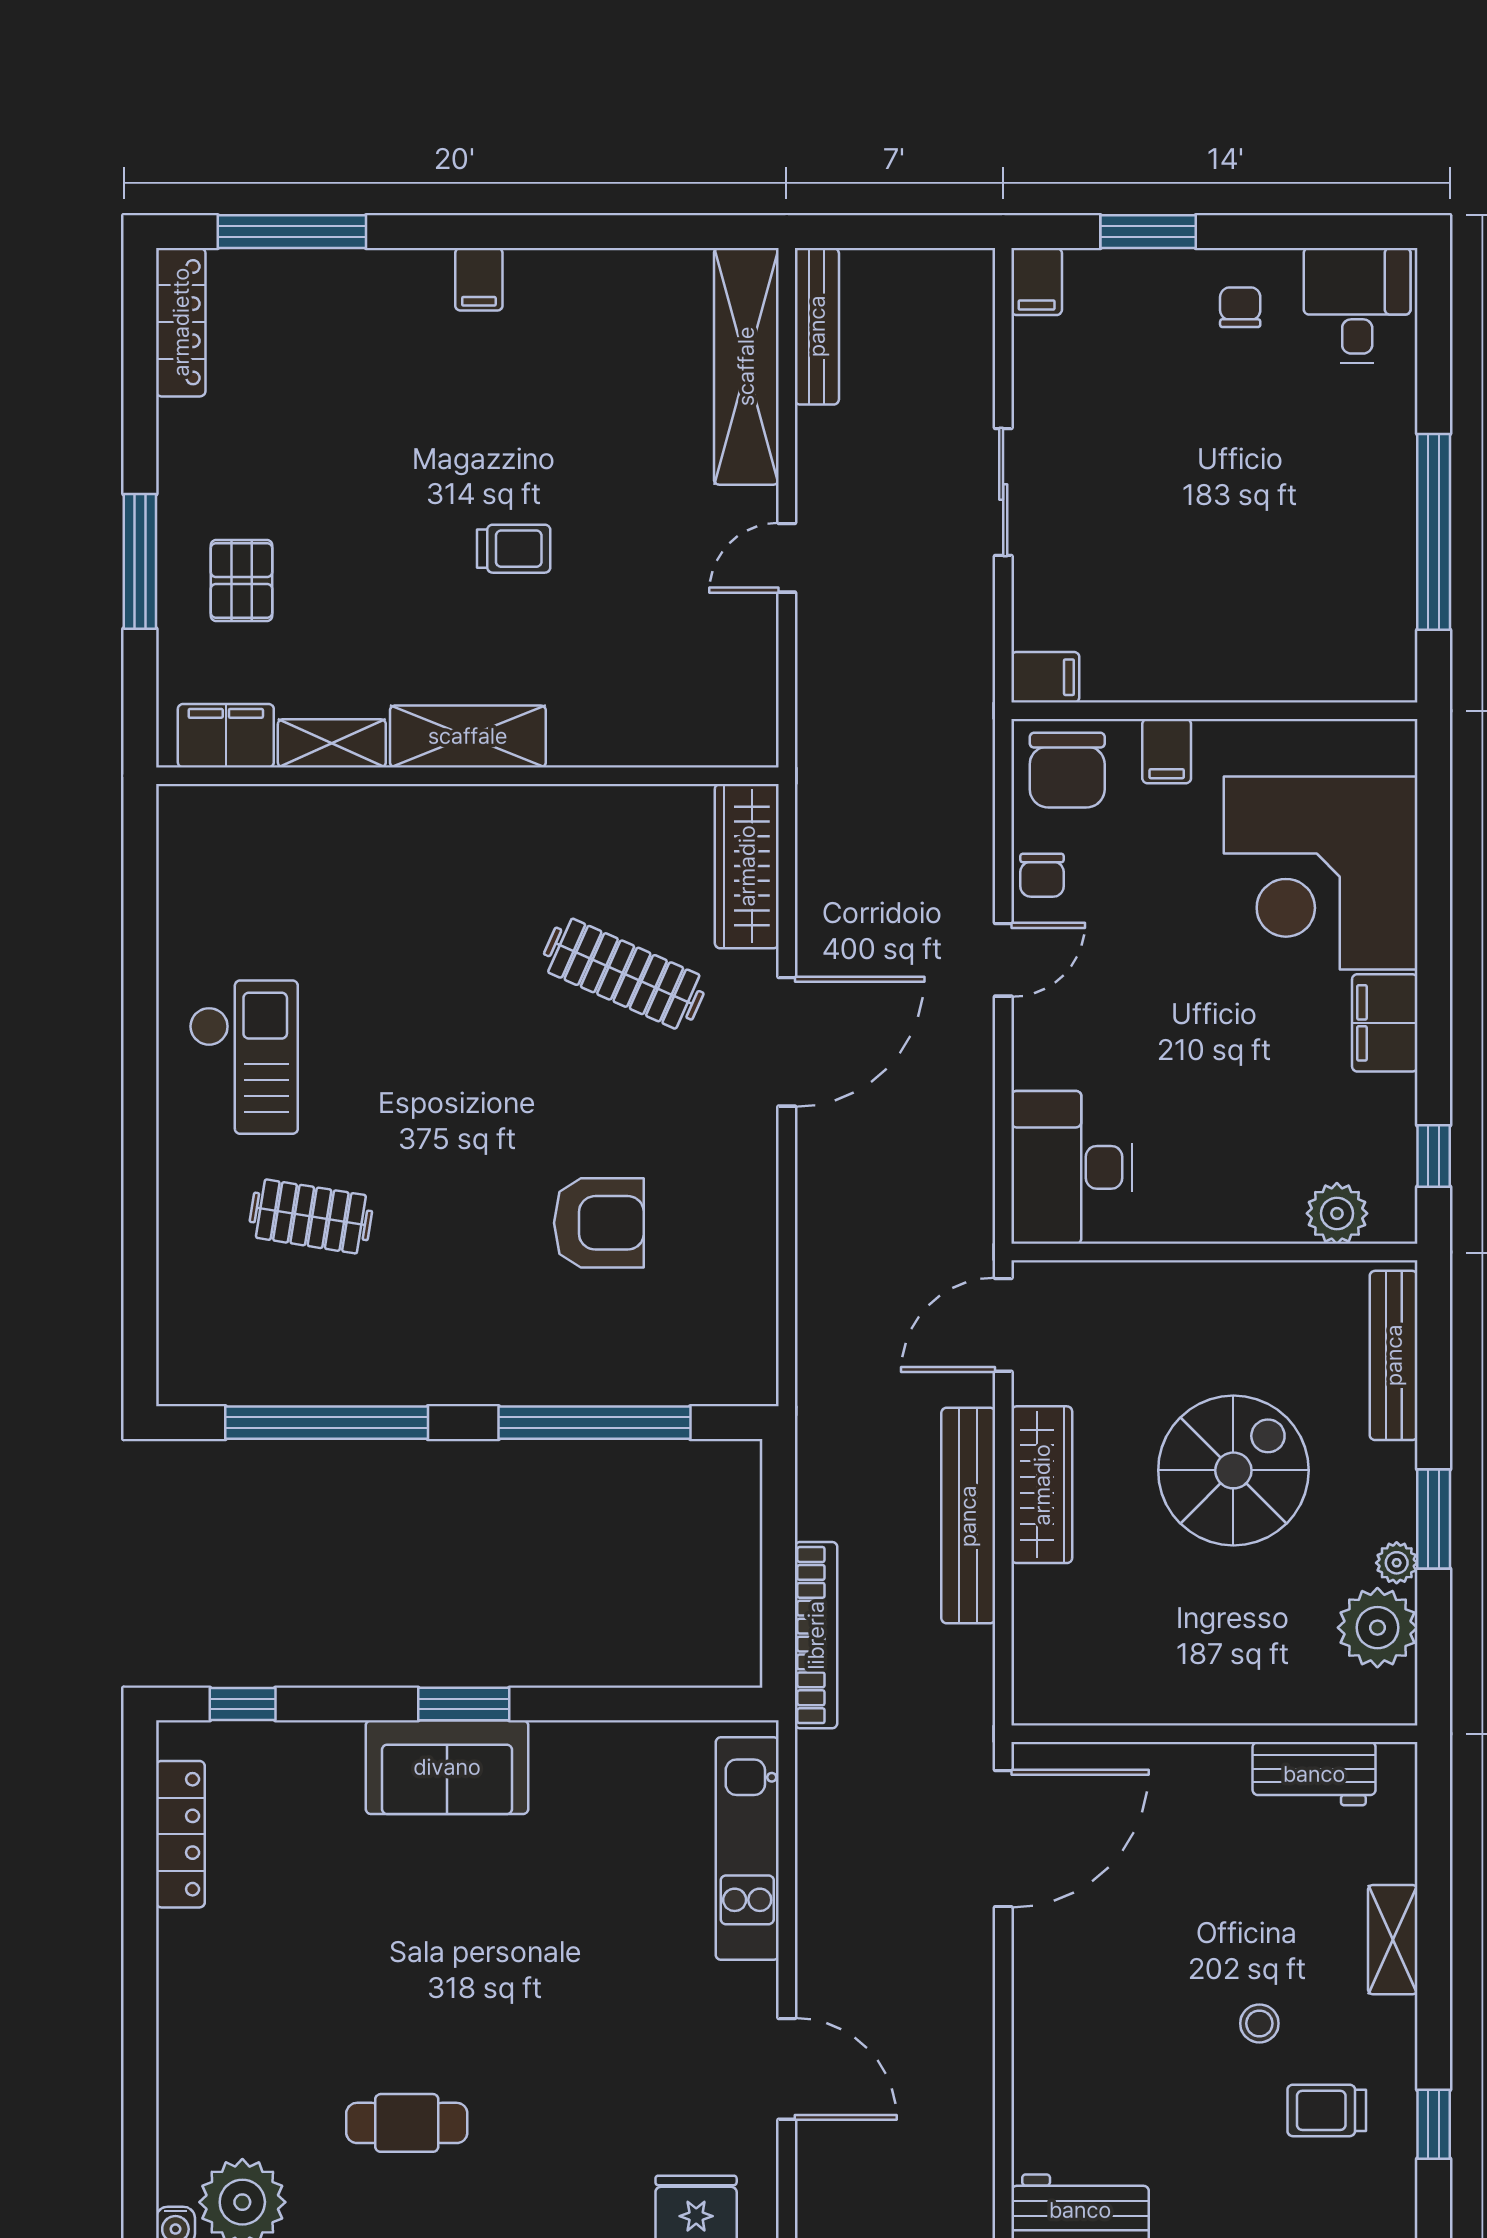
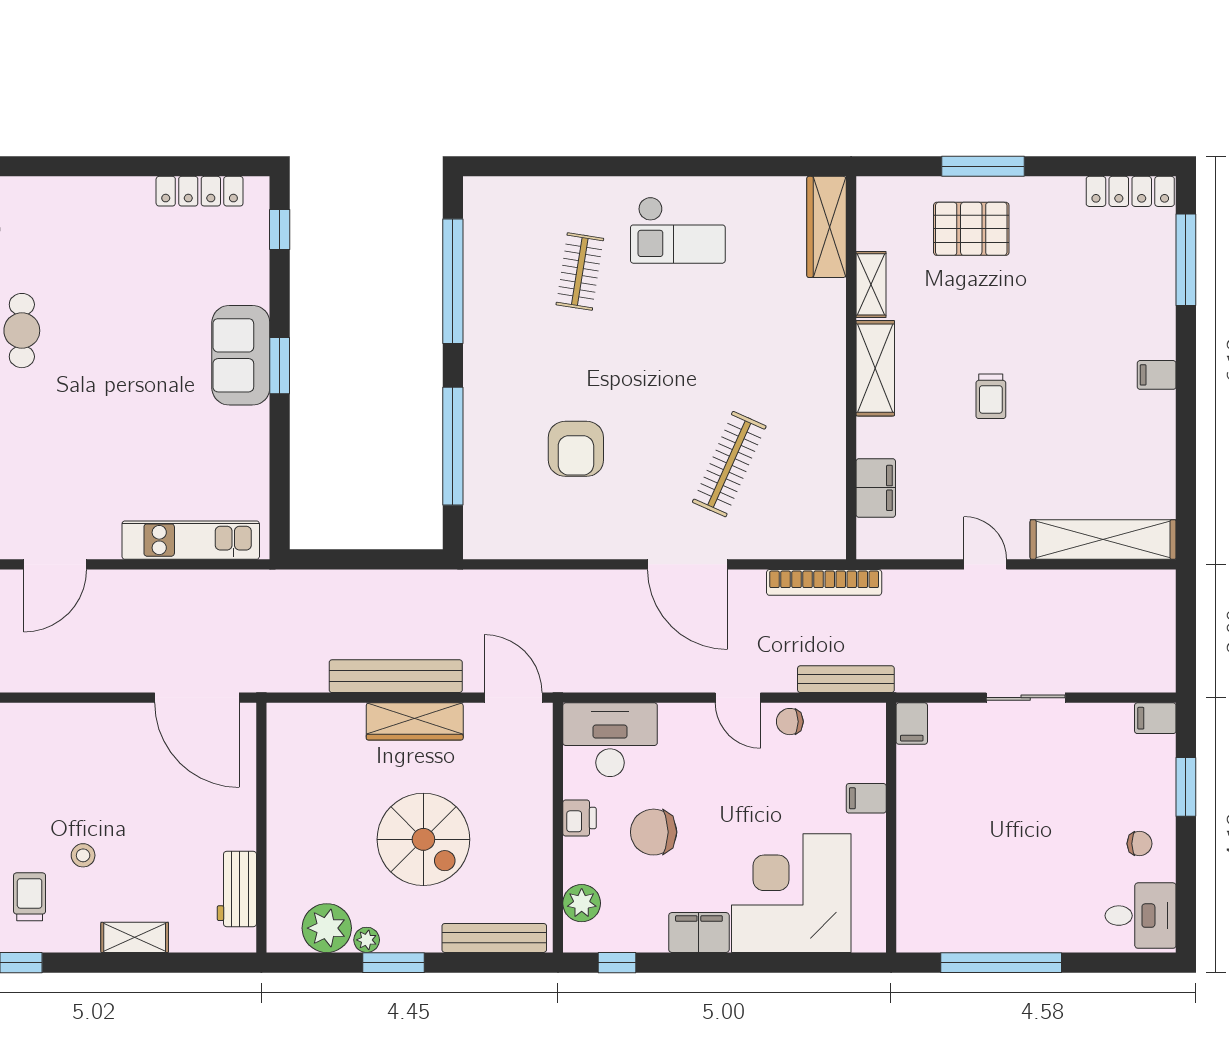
bench: (817, 326) -> (846, 679), moved
pallet: (242, 581) -> (971, 229), width x1.50, depth x1.42
filing cabinet: (226, 736) -> (876, 488), moved
chair: (1067, 770) -> (654, 832), moved
wardrobe: (747, 866) -> (827, 227), moved, turned -90
printer: (1199, 1217) -> (579, 818), added
bookcase: (816, 1635) -> (824, 582), moved

